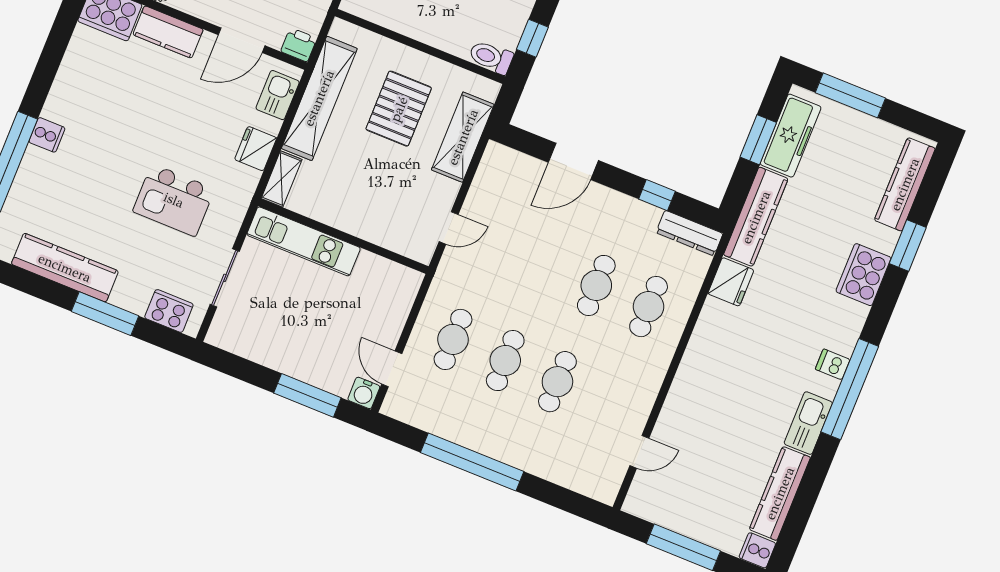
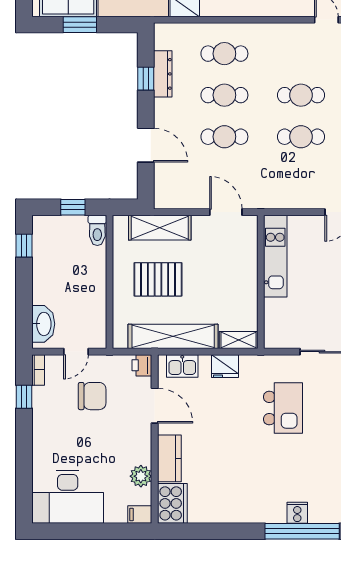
cooker: (47, 135) -> (297, 513), moved
door: (449, 228) -> (226, 212), width x1.38
dresser: (689, 233) -> (163, 74), moved
kitchen unit: (304, 241) -> (275, 256), moved
cafe table: (453, 339) -> (224, 137), moved

